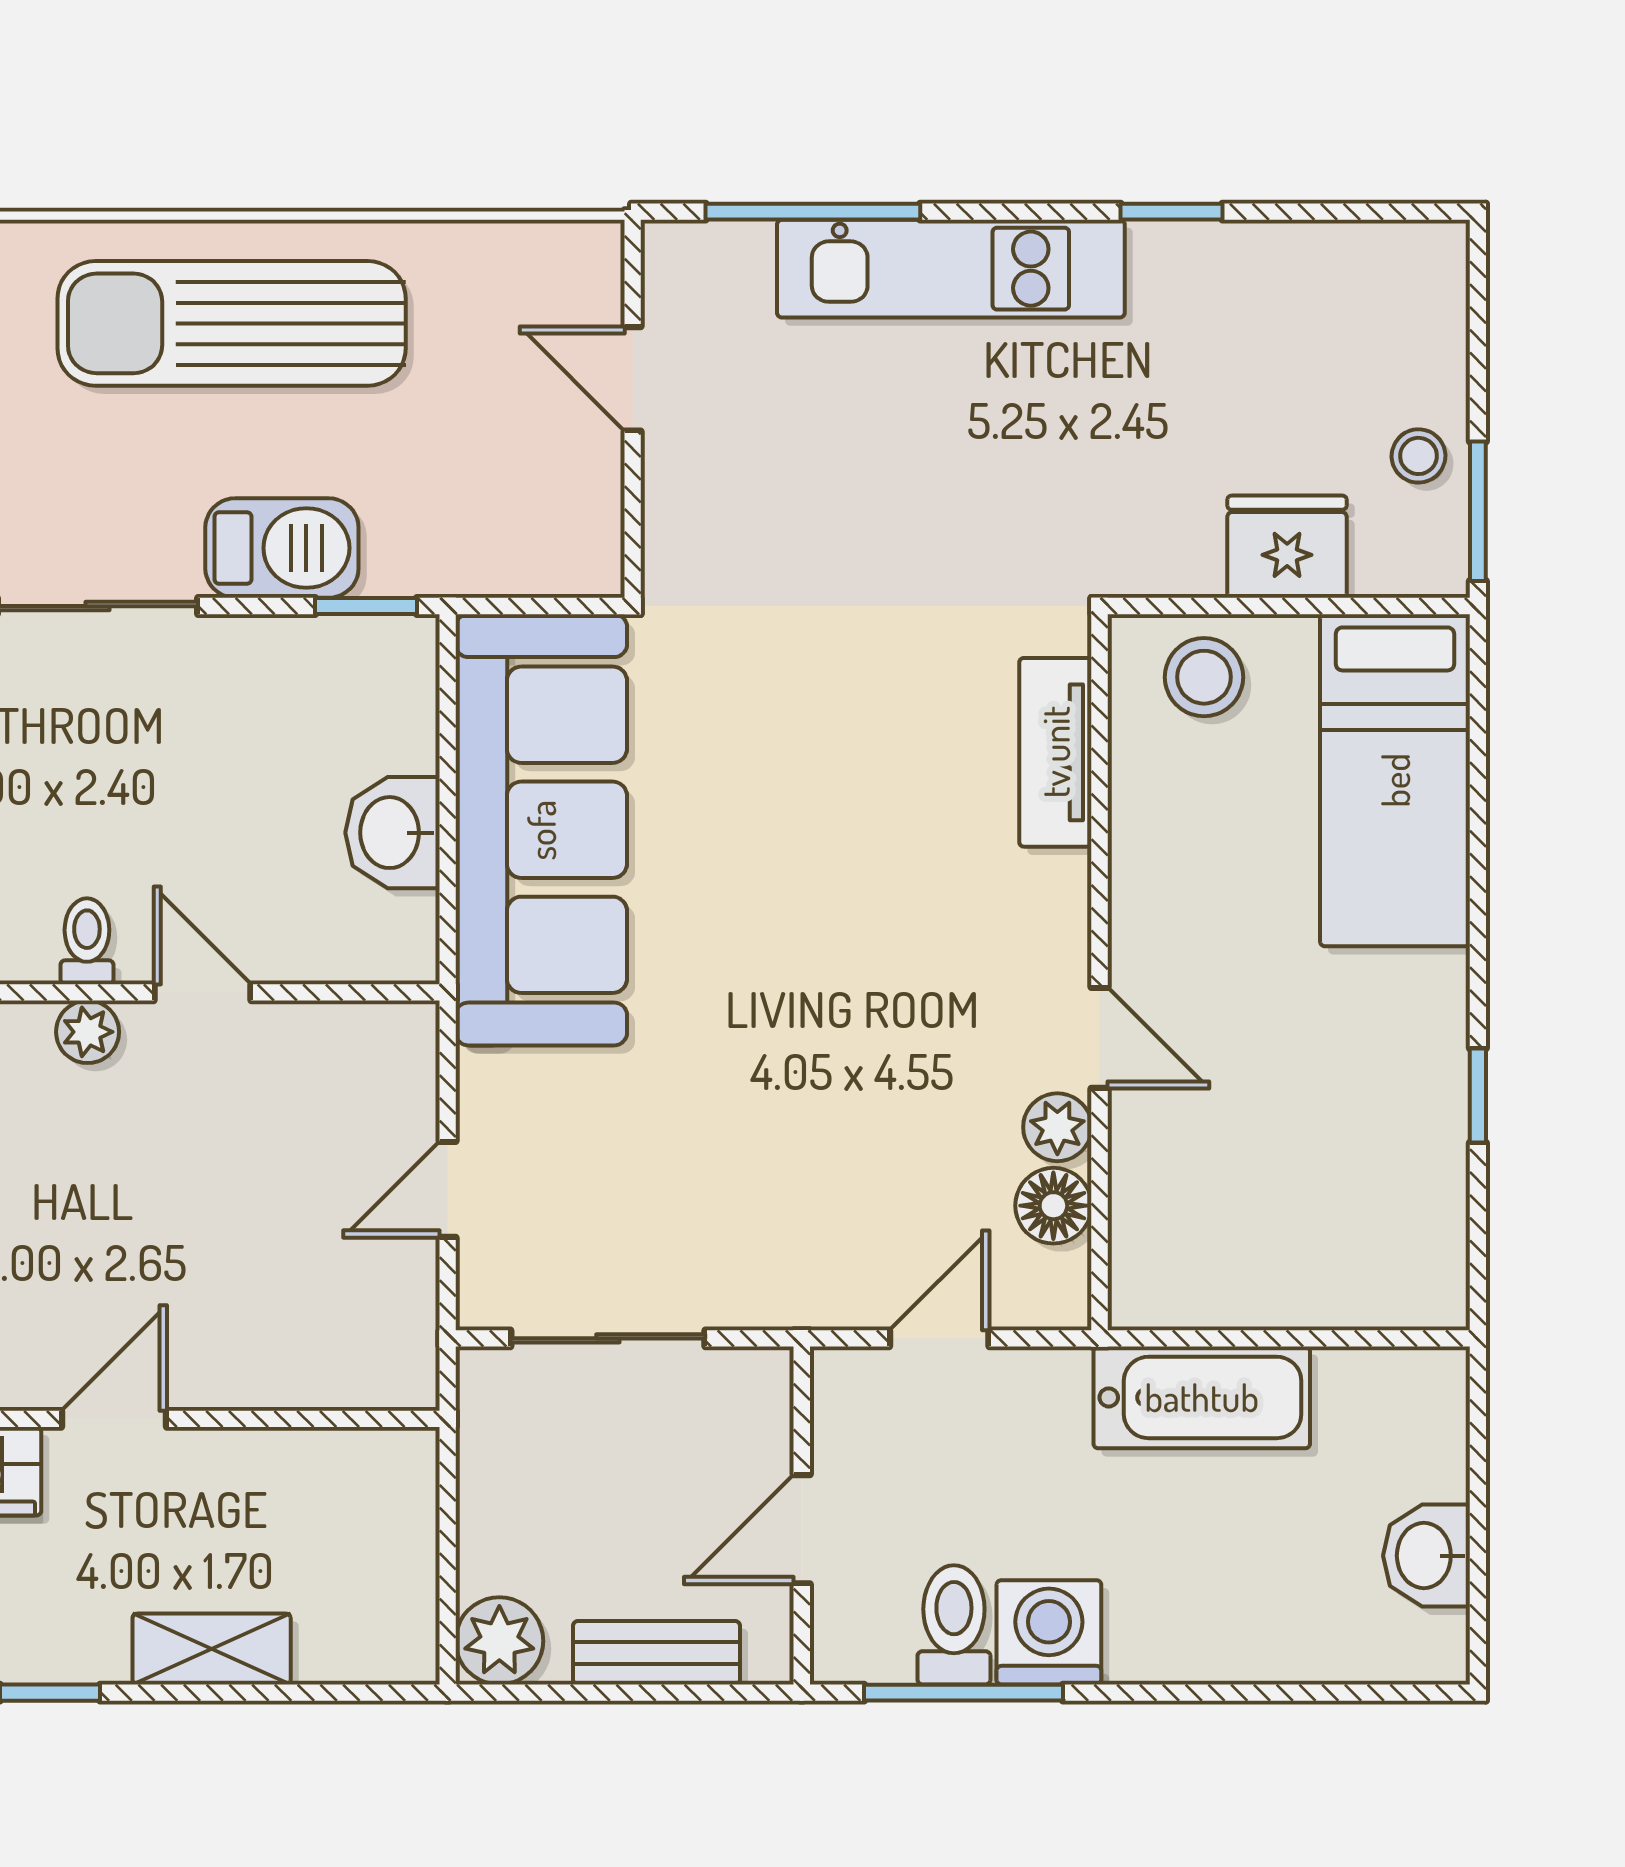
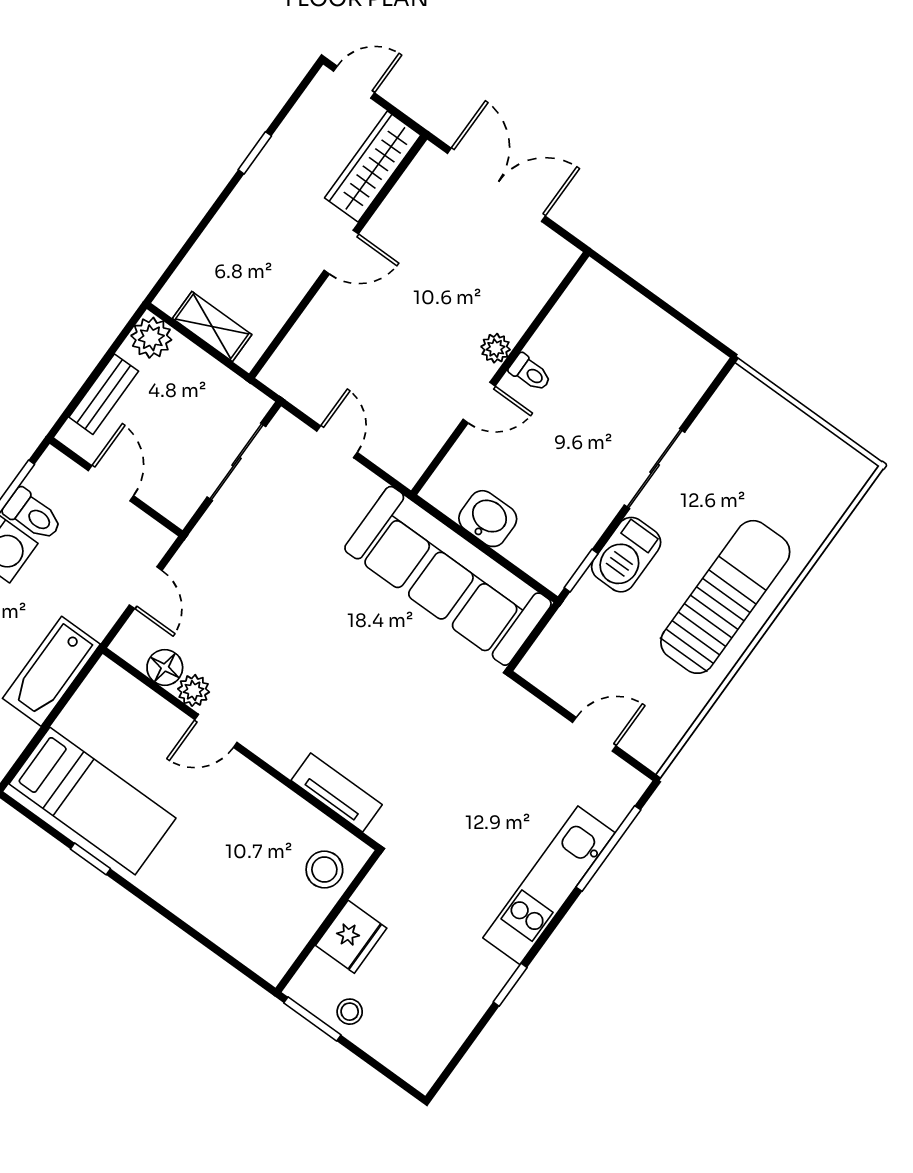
bed: (1395, 780) -> (92, 801), moved, turned 180
door: (114, 1419) -> (341, 252), hinge flipped
shelving: (212, 1649) -> (212, 326), moved, turned 90

